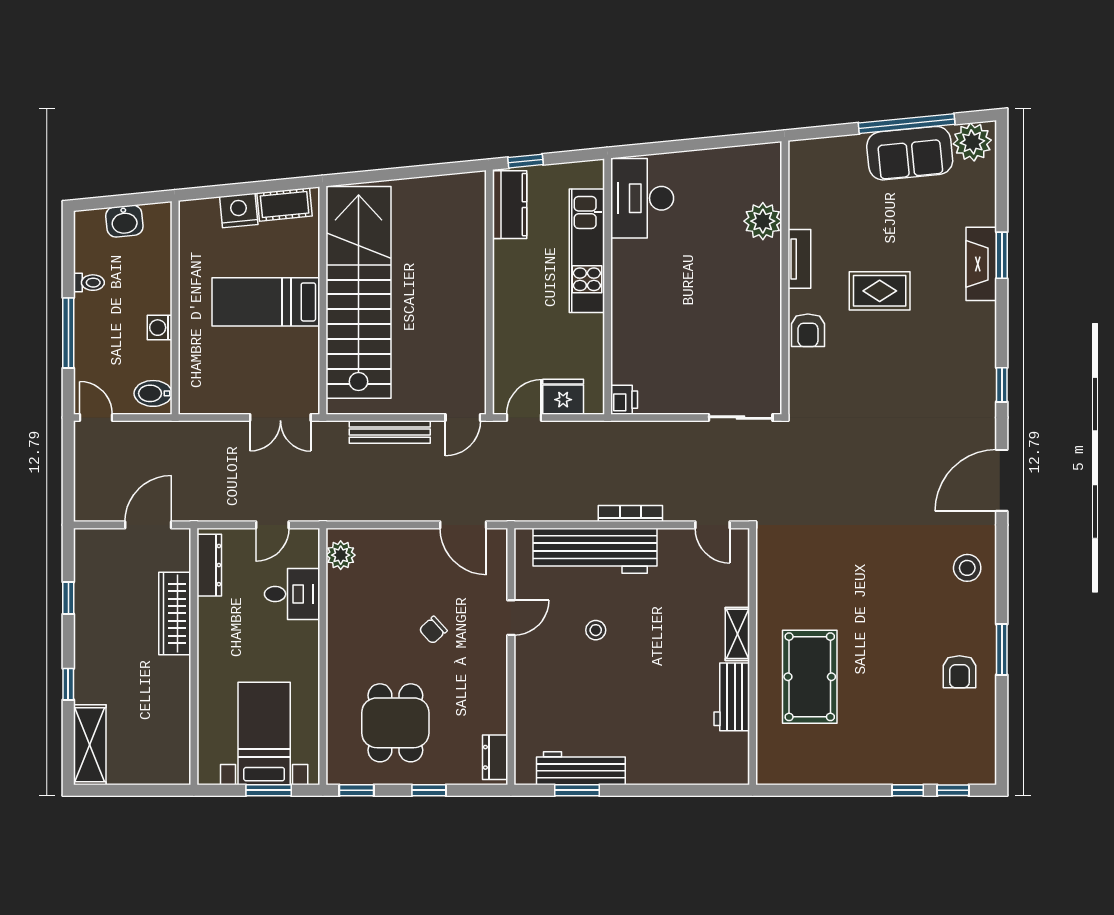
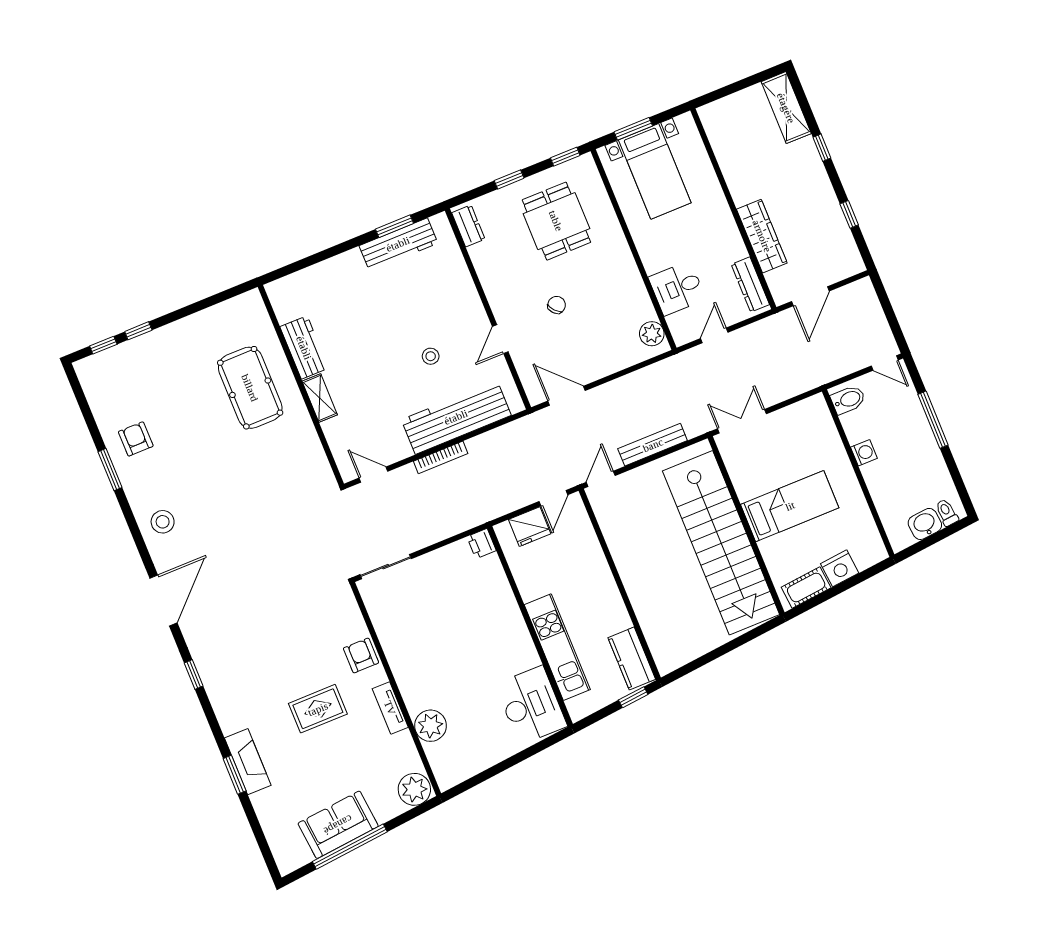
plant: (972, 142) -> (414, 789), moved
toilet: (89, 283) -> (947, 512), moved, turned 84

